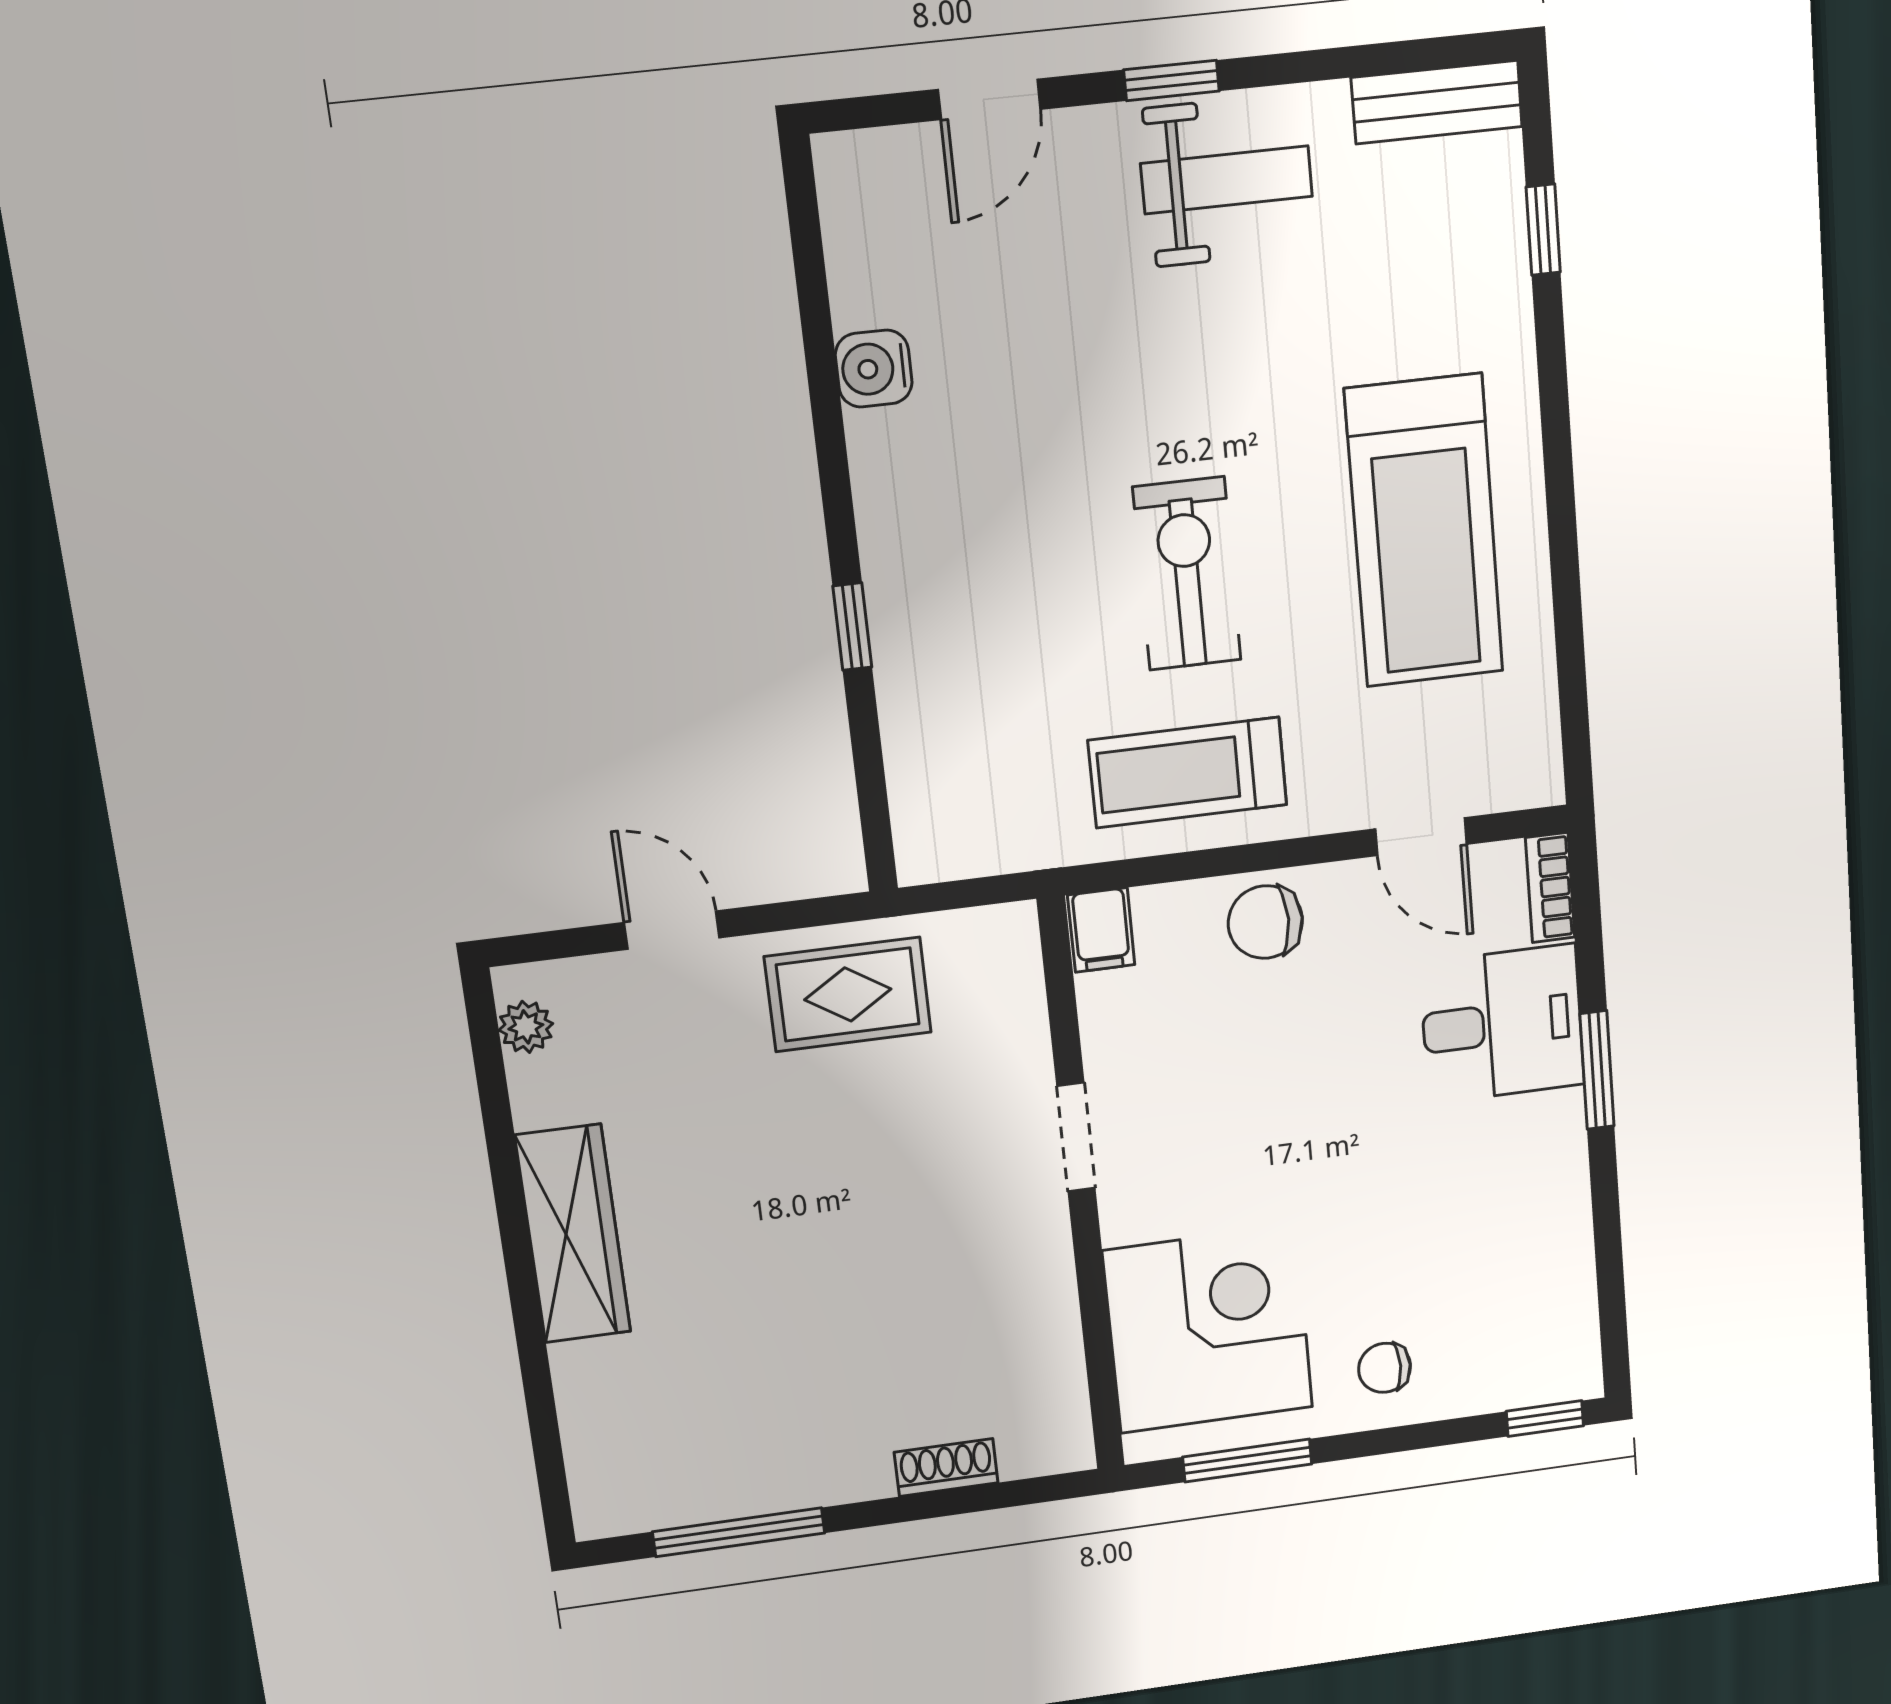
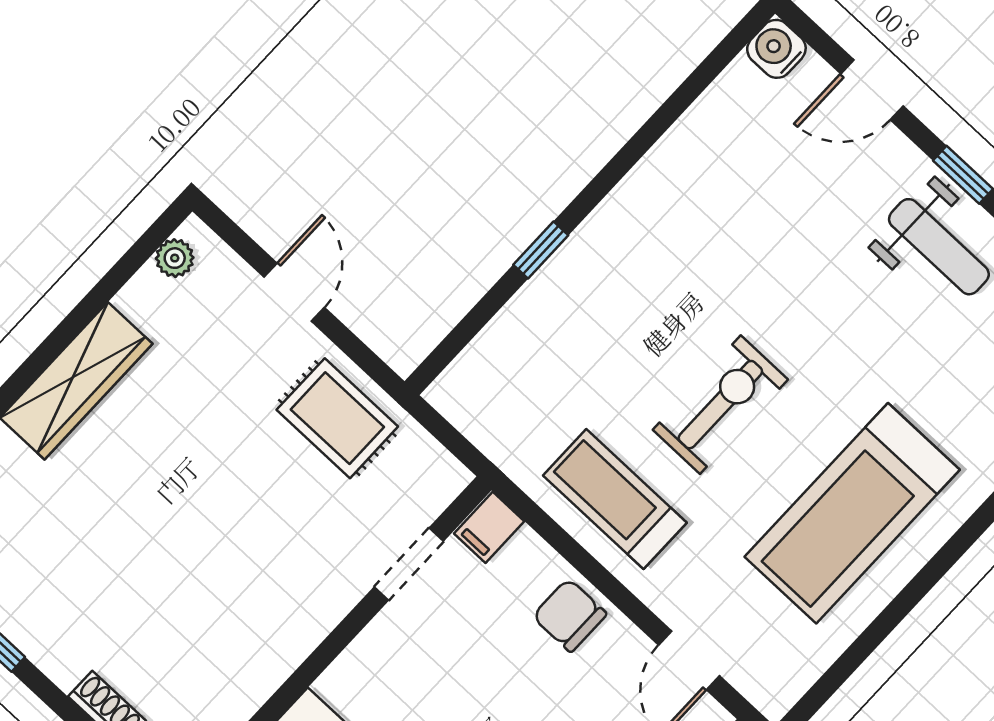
water cooler: (874, 369) -> (776, 49), moved
doorway: (1076, 1137) -> (409, 564), moved

